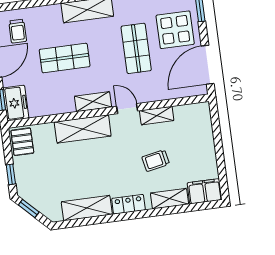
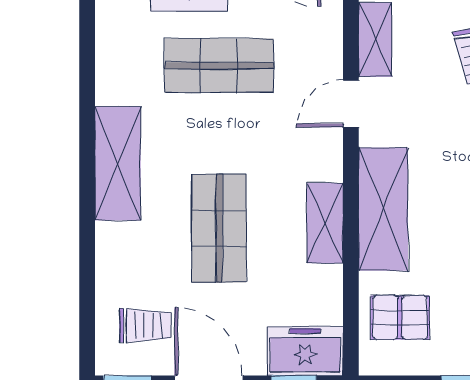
shelving: (93, 102) -> (325, 223), moved
pallet: (22, 142) -> (400, 318), moved

